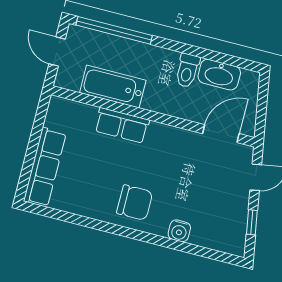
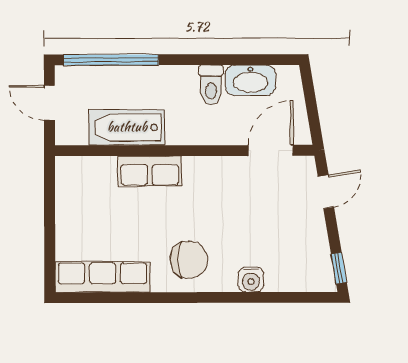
row of seats: (45, 167) -> (103, 277), moved, turned -90
window: (252, 222) -> (339, 268), moved

